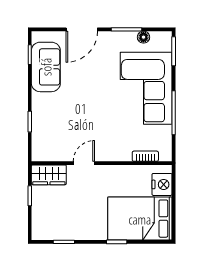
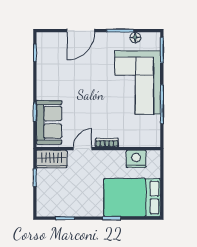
sofa: (46, 67) -> (49, 122), moved
bookcase: (145, 156) -> (107, 143), moved
nightstand: (162, 184) -> (136, 159), moved, turned -90

